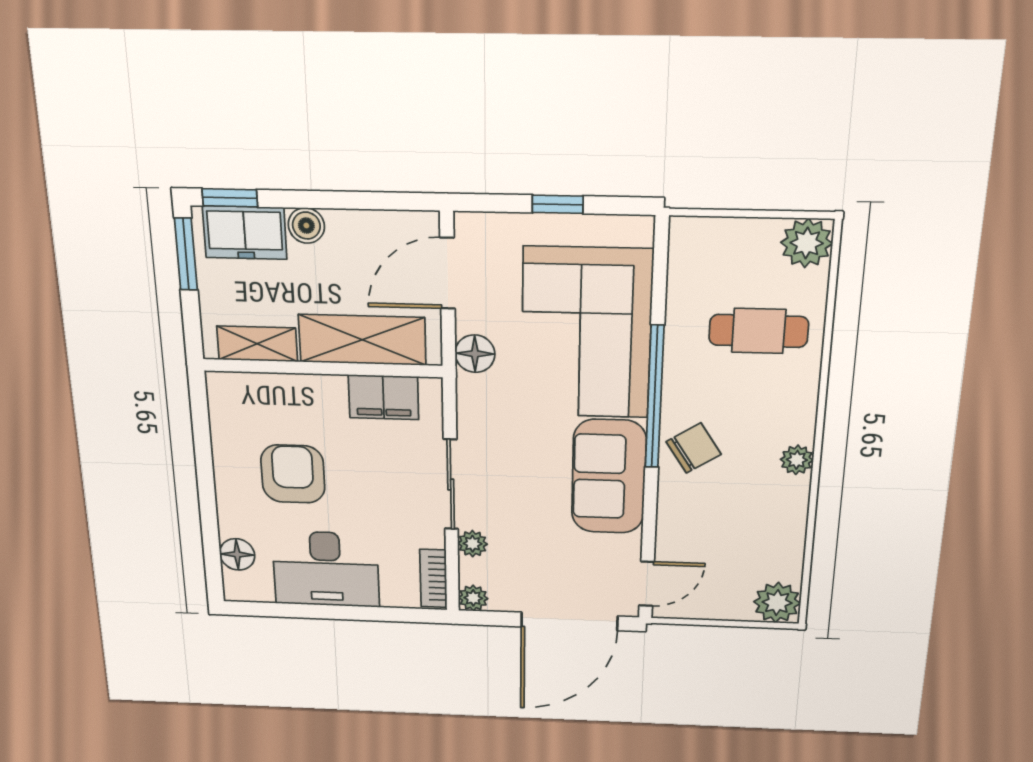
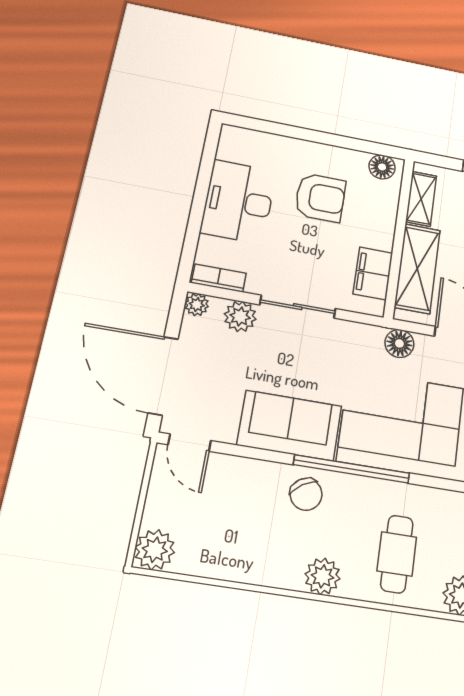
plant: (797, 460) -> (322, 576), moved, width x1.38, depth x1.38
plant: (473, 544) -> (240, 316), width x1.38, depth x1.38
floor lamp: (237, 554) -> (382, 167), moved

